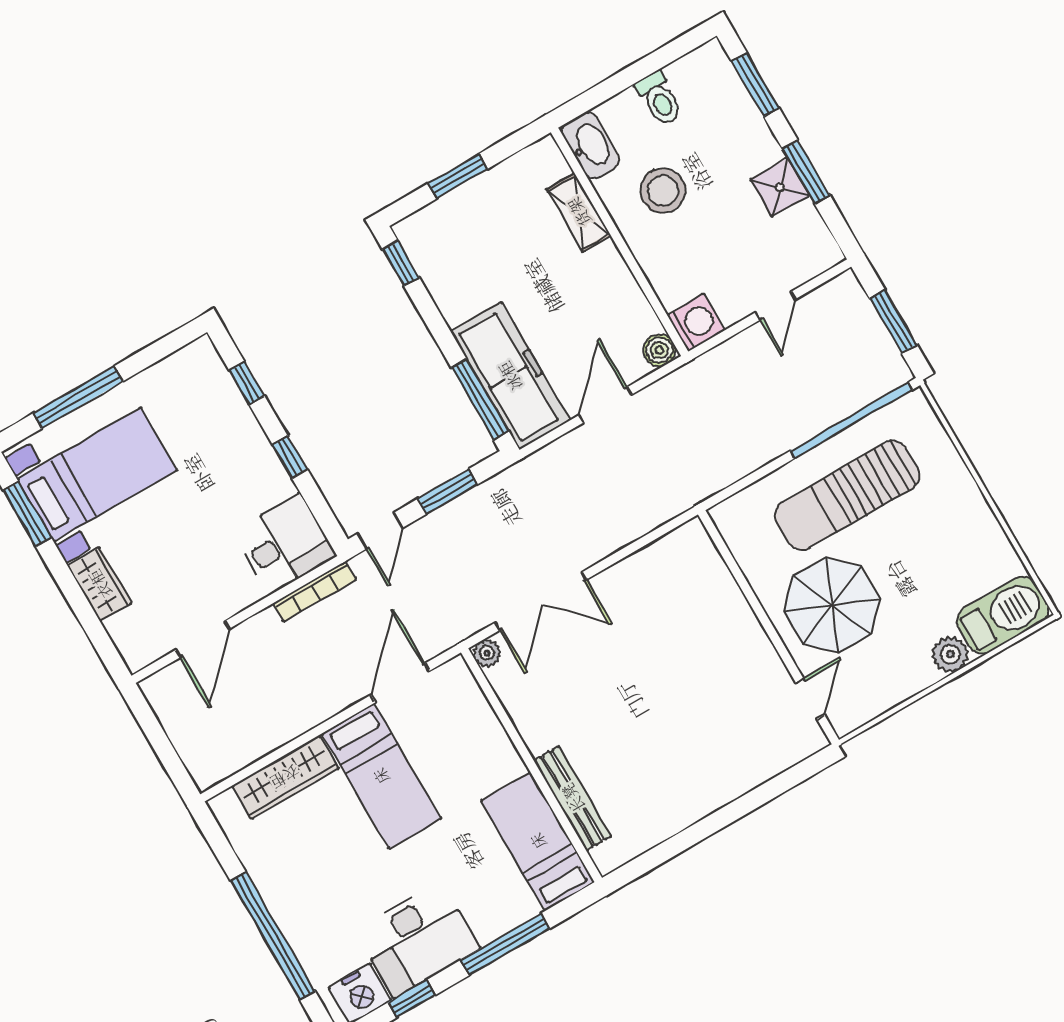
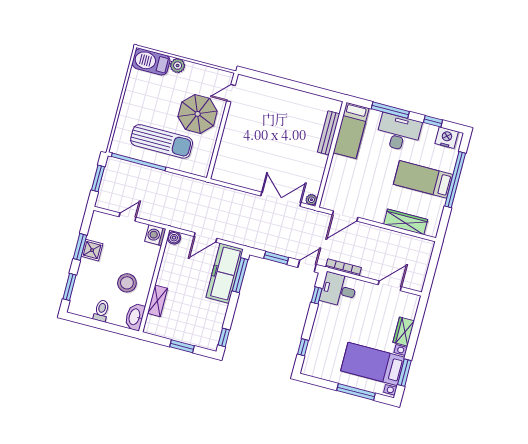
window: (290, 457) -> (317, 295), moved
bed: (381, 776) -> (423, 179), moved, turned -90
desk: (418, 940) -> (399, 133), moved

